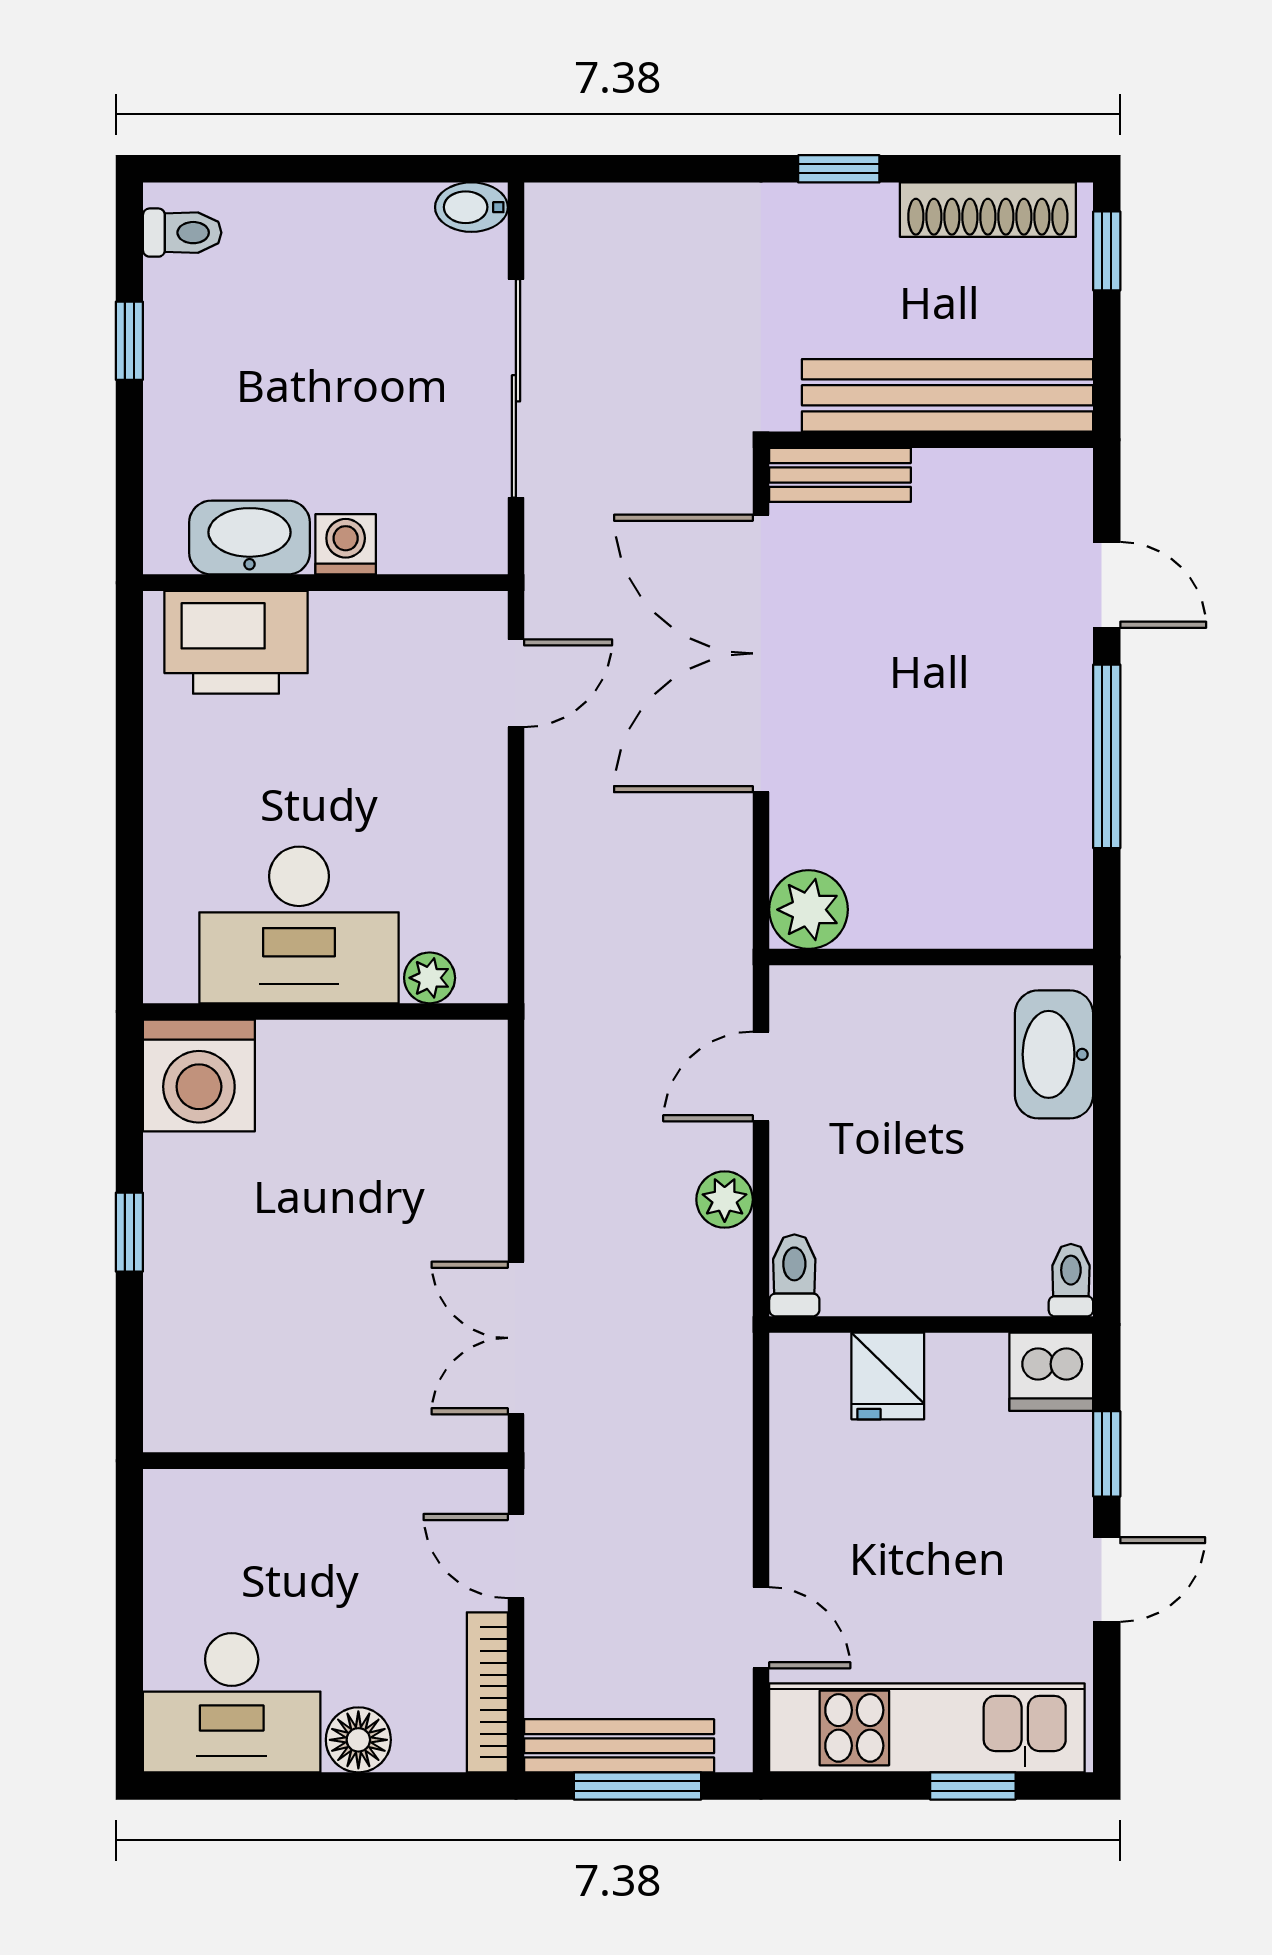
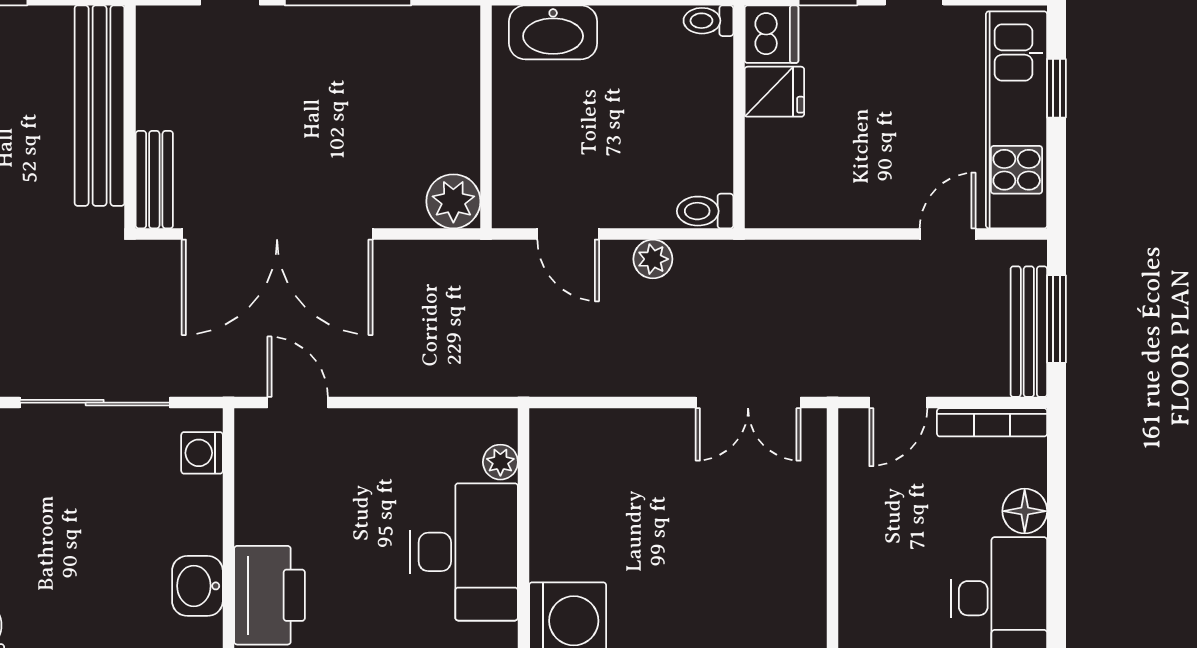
washbasin: (250, 538) -> (197, 586), width x0.72
washing machine: (346, 544) -> (202, 453), moved
fridge: (888, 1376) -> (774, 92), moved

